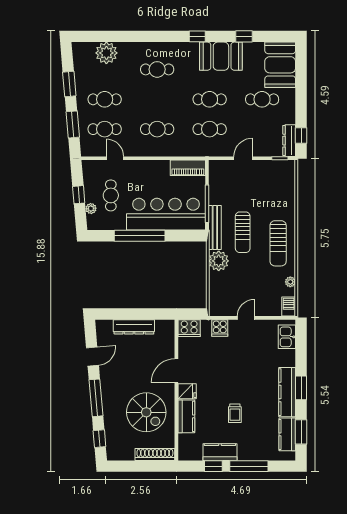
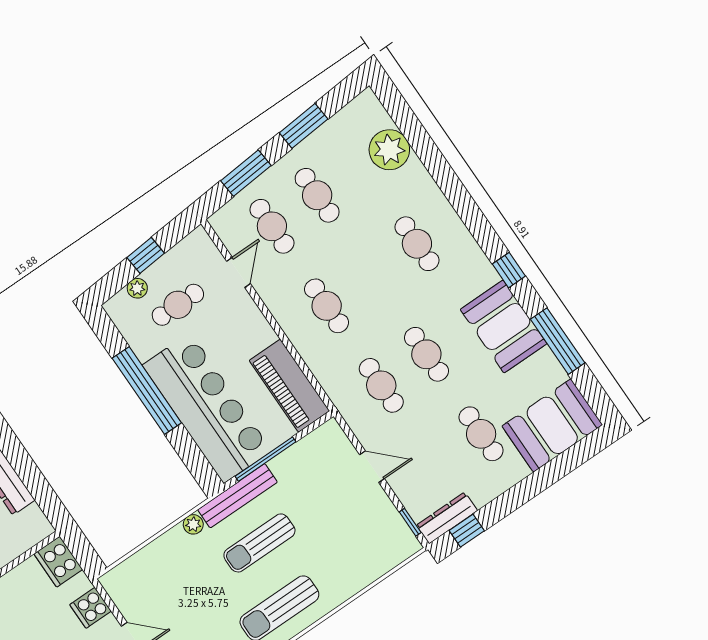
window: (244, 36) -> (558, 341), width x2.17
piano: (188, 168) -> (290, 386), width x1.37, depth x1.33
plant: (219, 261) -> (193, 524), width x0.53, depth x0.53

